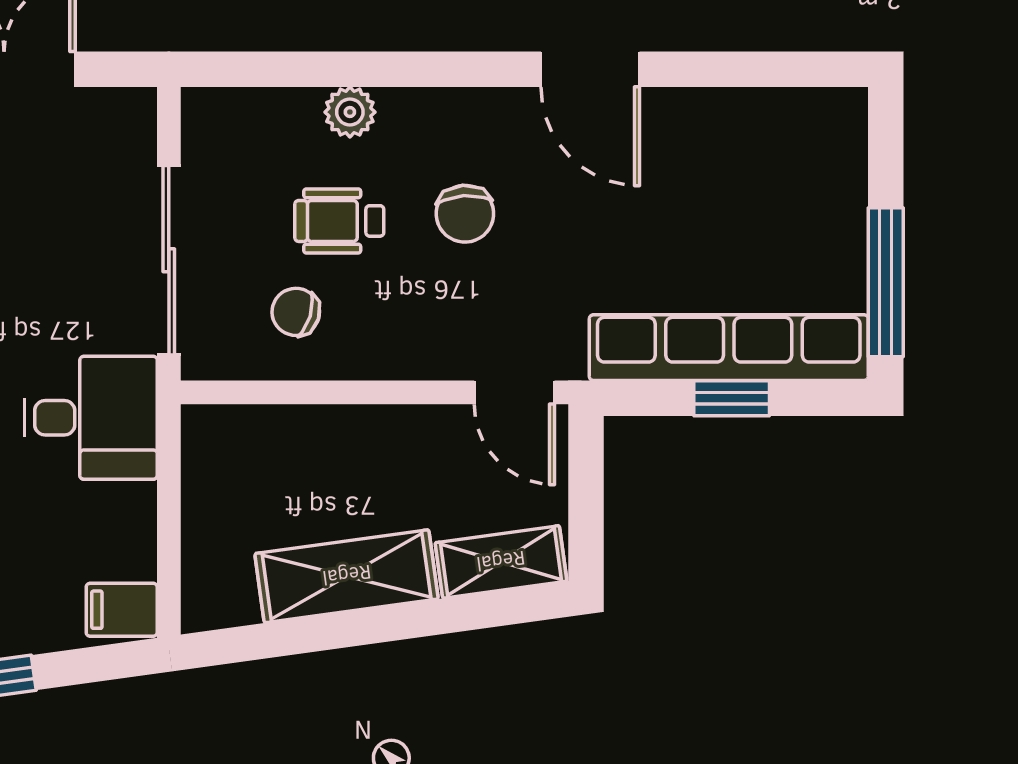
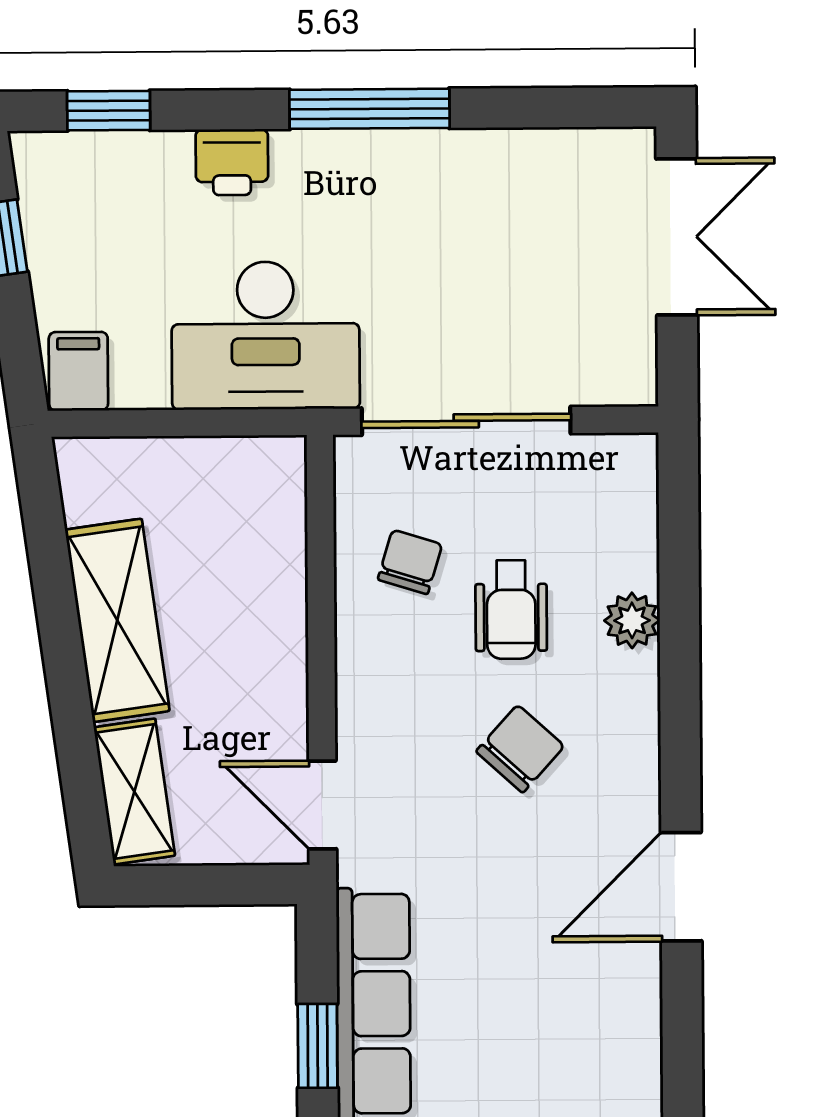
chair: (465, 214) -> (520, 749), turned 136
wheelchair: (339, 221) -> (511, 610), turned 180
door: (514, 392) -> (322, 805), hinge flipped
desk: (91, 418) -> (266, 335), width x1.37

